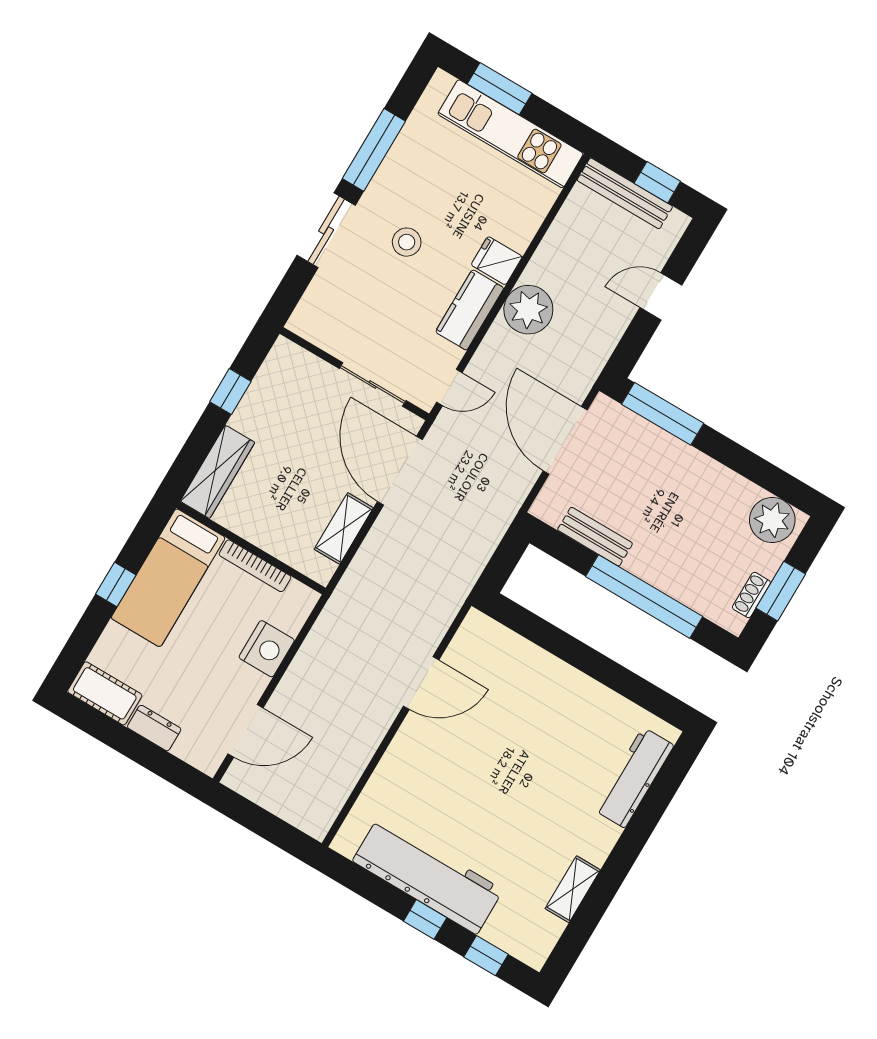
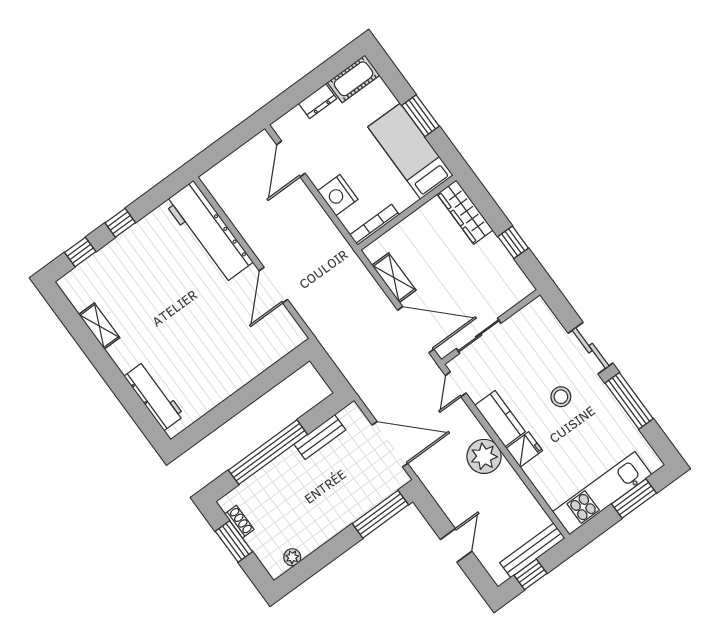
plant: (772, 520) -> (292, 557), width x0.53, depth x0.53
bookcase: (255, 566) -> (375, 225), moved
window: (116, 585) -> (420, 116), width x1.50
workbench: (428, 875) -> (208, 232), moved, turned 90

